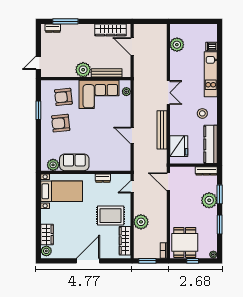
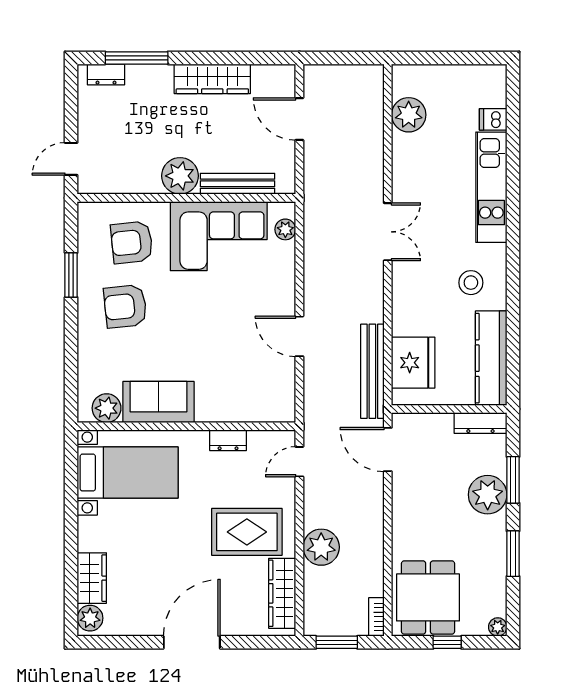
wardrobe: (110, 30) -> (212, 79), moved
bench: (162, 130) -> (372, 371), moved

